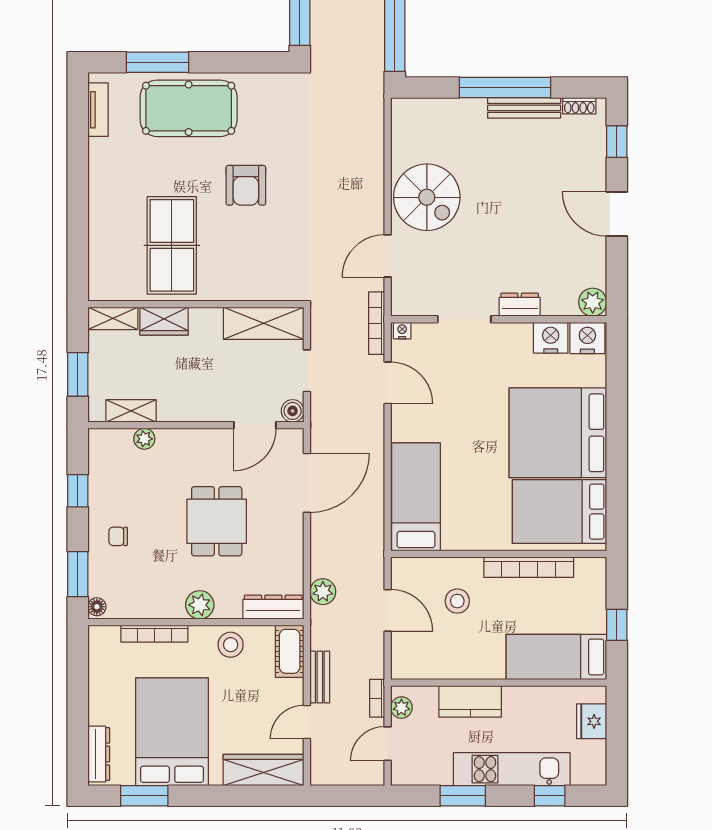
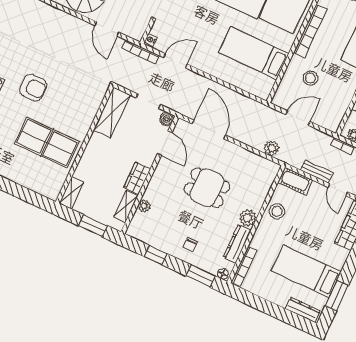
wardrobe: (164, 321) -> (137, 178), moved, turned 180
bed: (416, 497) -> (254, 53), moved
dresser: (273, 607) -> (237, 244), moved
bookcase: (154, 634) -> (244, 266), moved
bed: (172, 732) -> (306, 271), width x0.67

